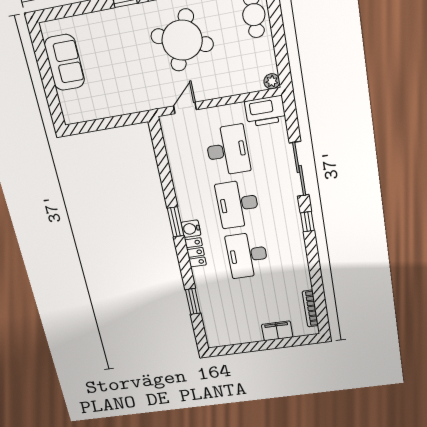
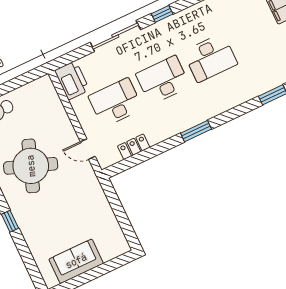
plant: (272, 81) -> (45, 82), removed
desk: (238, 204) -> (163, 80), turned 180
water cooler: (191, 229) -> (199, 116), removed
locker: (196, 252) -> (134, 147), moved

